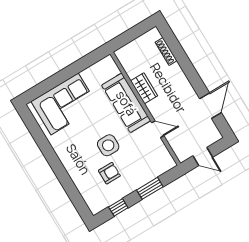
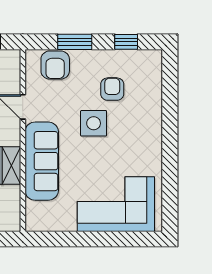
armchair: (153, 167) -> (55, 65), added
armchair: (109, 173) -> (112, 89), turned 90

